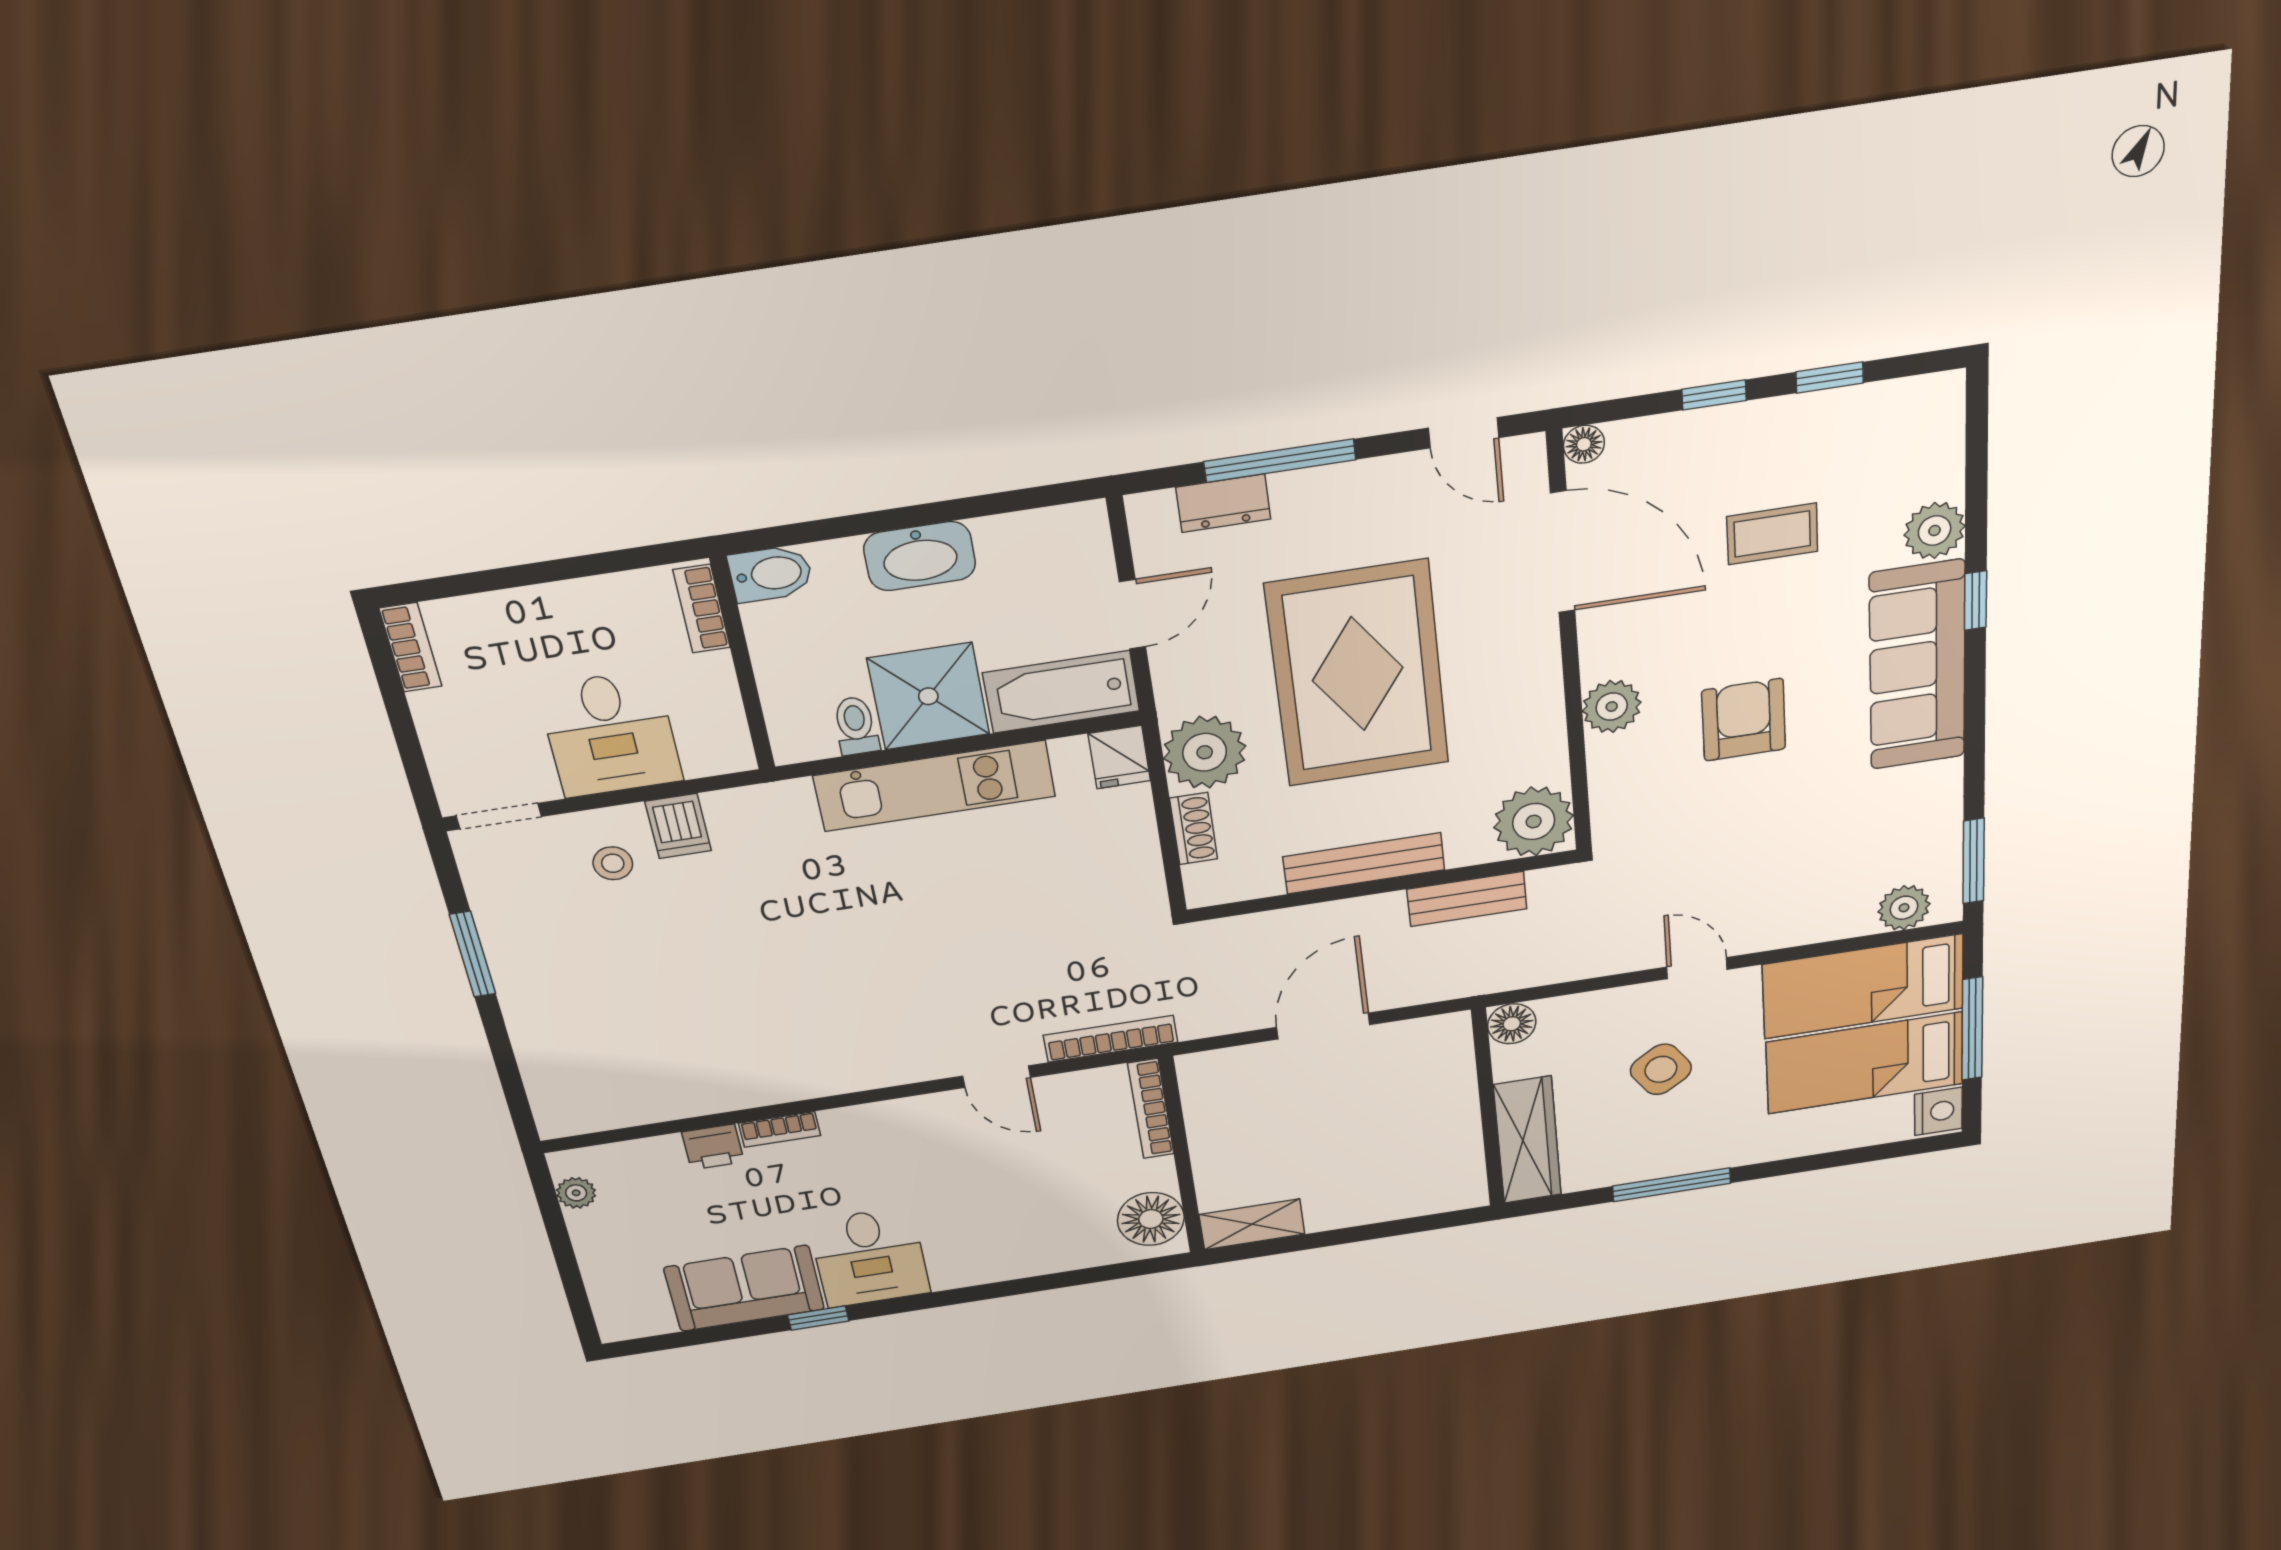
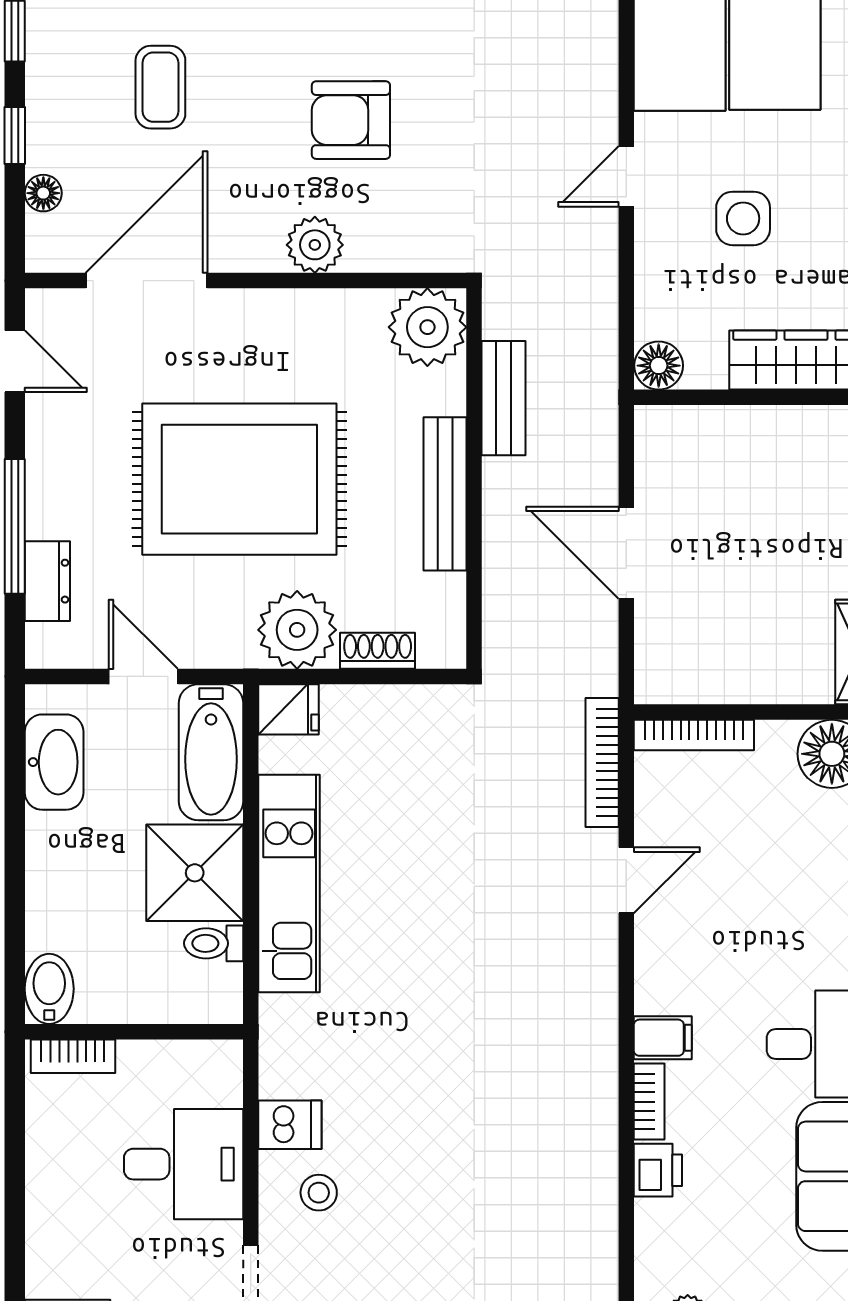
door: (1464, 433) -> (15, 361), hinge flipped
floor lamp: (1584, 444) -> (43, 193), moved
washbasin: (920, 556) -> (54, 762), moved
side table: (1661, 1069) -> (743, 218), turned 34
filing cabinet: (846, 1130) -> (663, 1038), added

